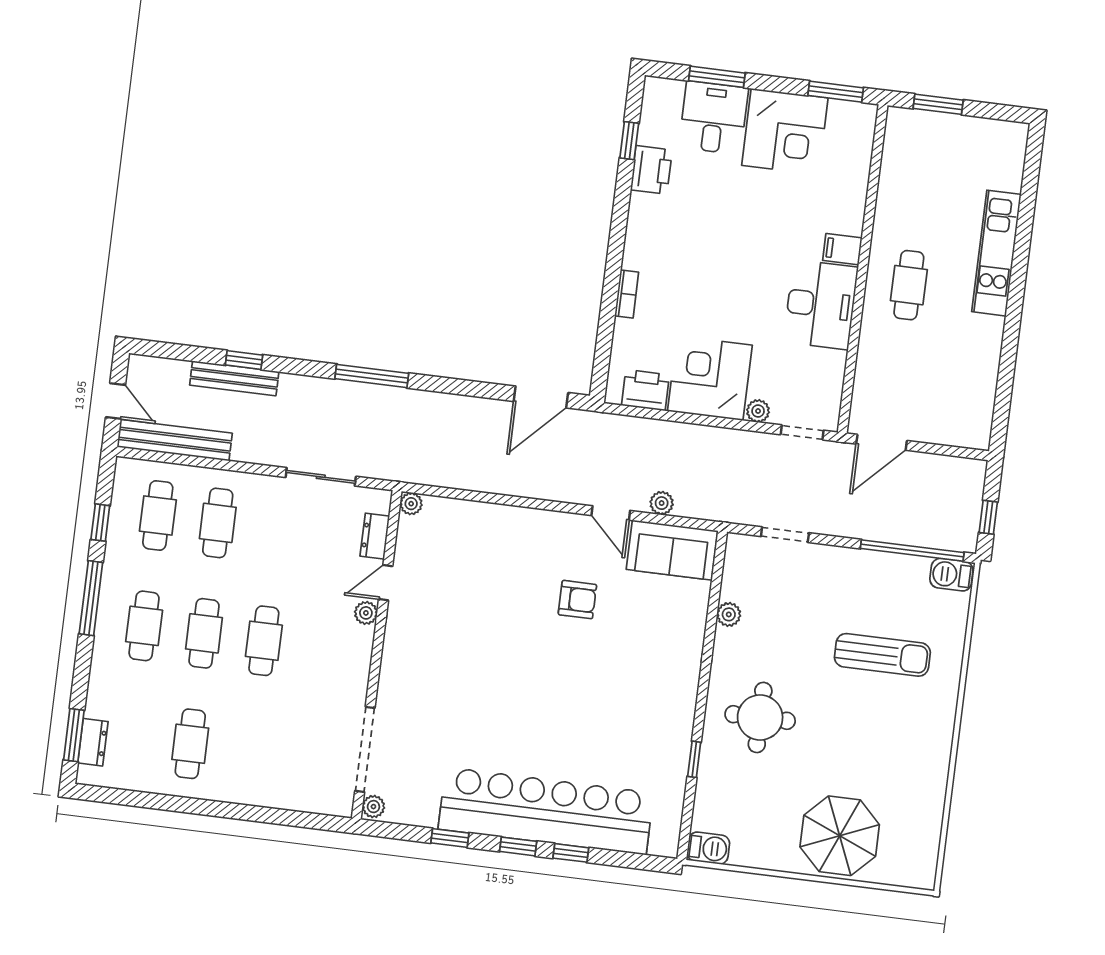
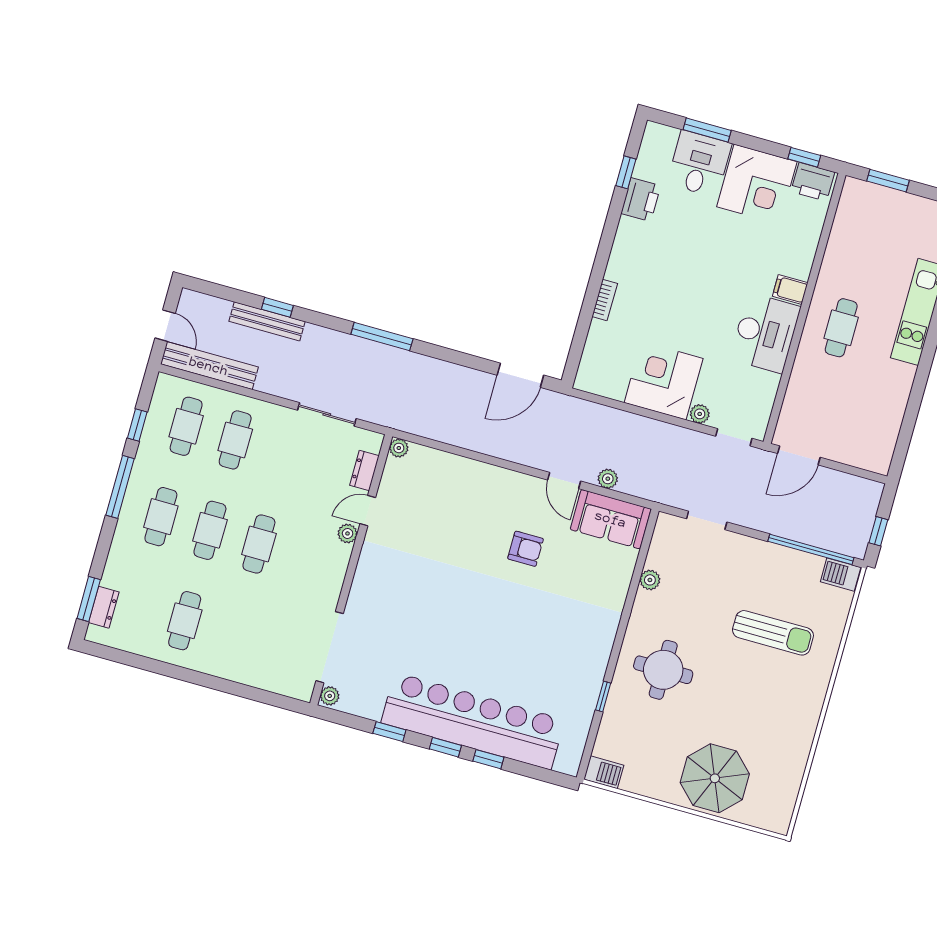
window: (836, 92) -> (804, 157), width x0.67
printer: (645, 390) -> (813, 182), moved, turned 180

